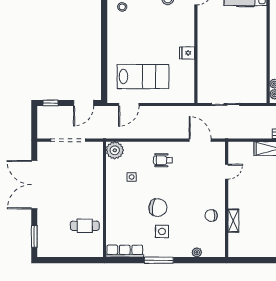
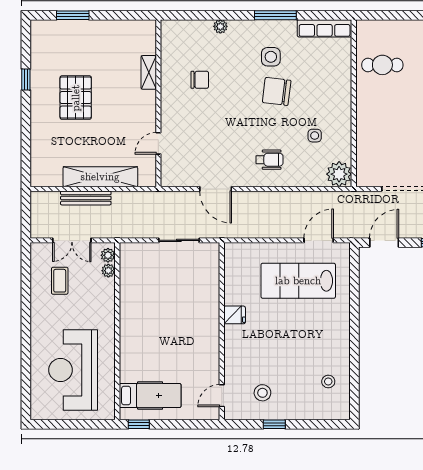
door: (227, 172) -> (158, 143), moved
wall: (227, 199) -> (158, 103), moved
shelving: (233, 221) -> (149, 72), moved

